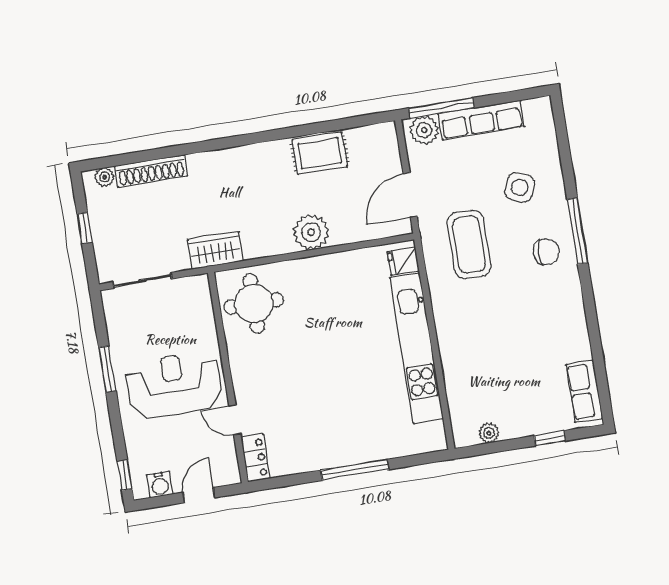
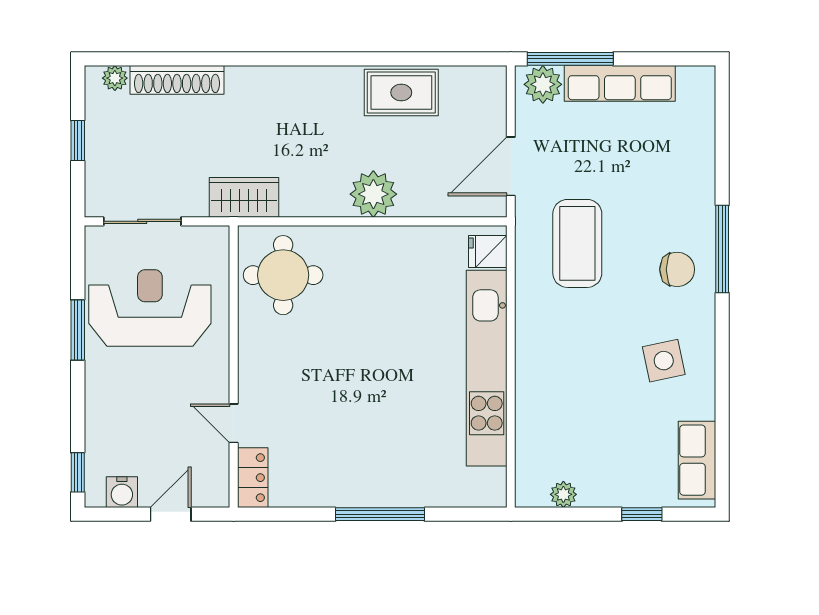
side table: (520, 187) -> (664, 361), moved, turned -34
reception desk: (174, 385) -> (150, 308), moved

